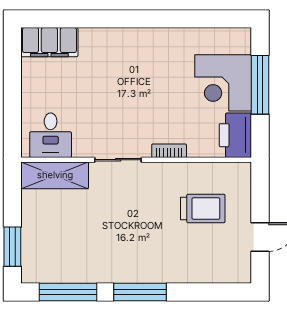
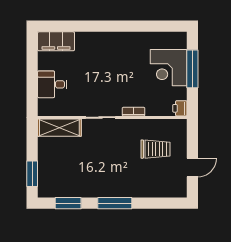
desk: (51, 135) -> (52, 84), moved, turned 90
printer: (235, 135) -> (180, 108), width x0.53, depth x0.68
window: (68, 292) -> (68, 203), width x0.69

